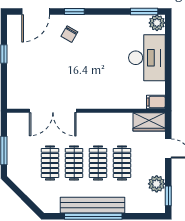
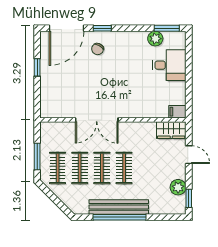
door: (36, 12) -> (67, 28), width x1.36
plant: (157, 23) -> (155, 39), moved
desk: (147, 58) -> (169, 65), width x0.73
double door: (53, 111) -> (97, 120), moved
clothes rail: (122, 163) -> (58, 168), moved

